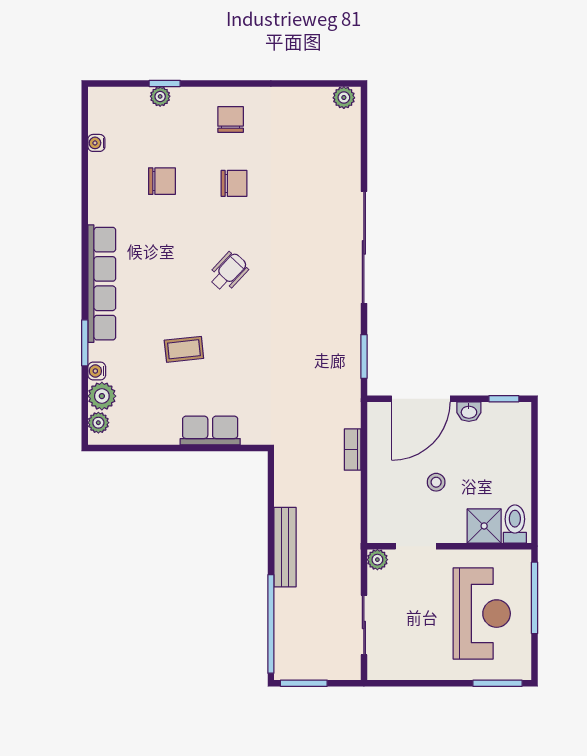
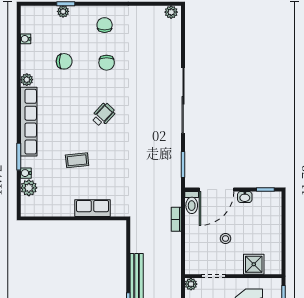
chair: (234, 183) -> (107, 63), turned 90
plant: (98, 423) -> (27, 80), moved
toilet: (515, 524) -> (192, 202), moved, turned 180

